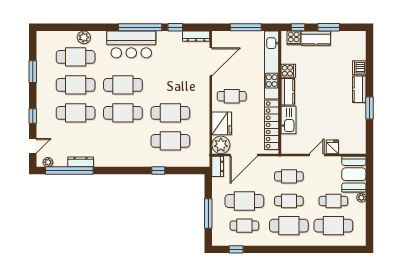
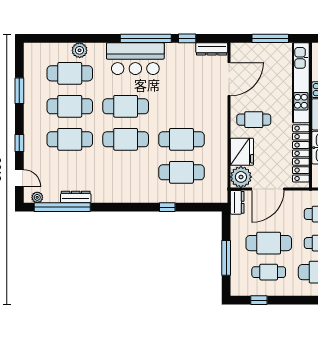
door: (33, 146) -> (19, 178), hinge flipped

